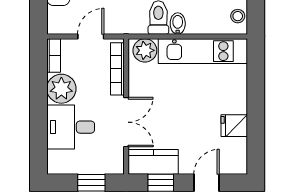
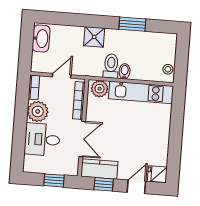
fridge: (234, 126) -> (157, 174), moved

